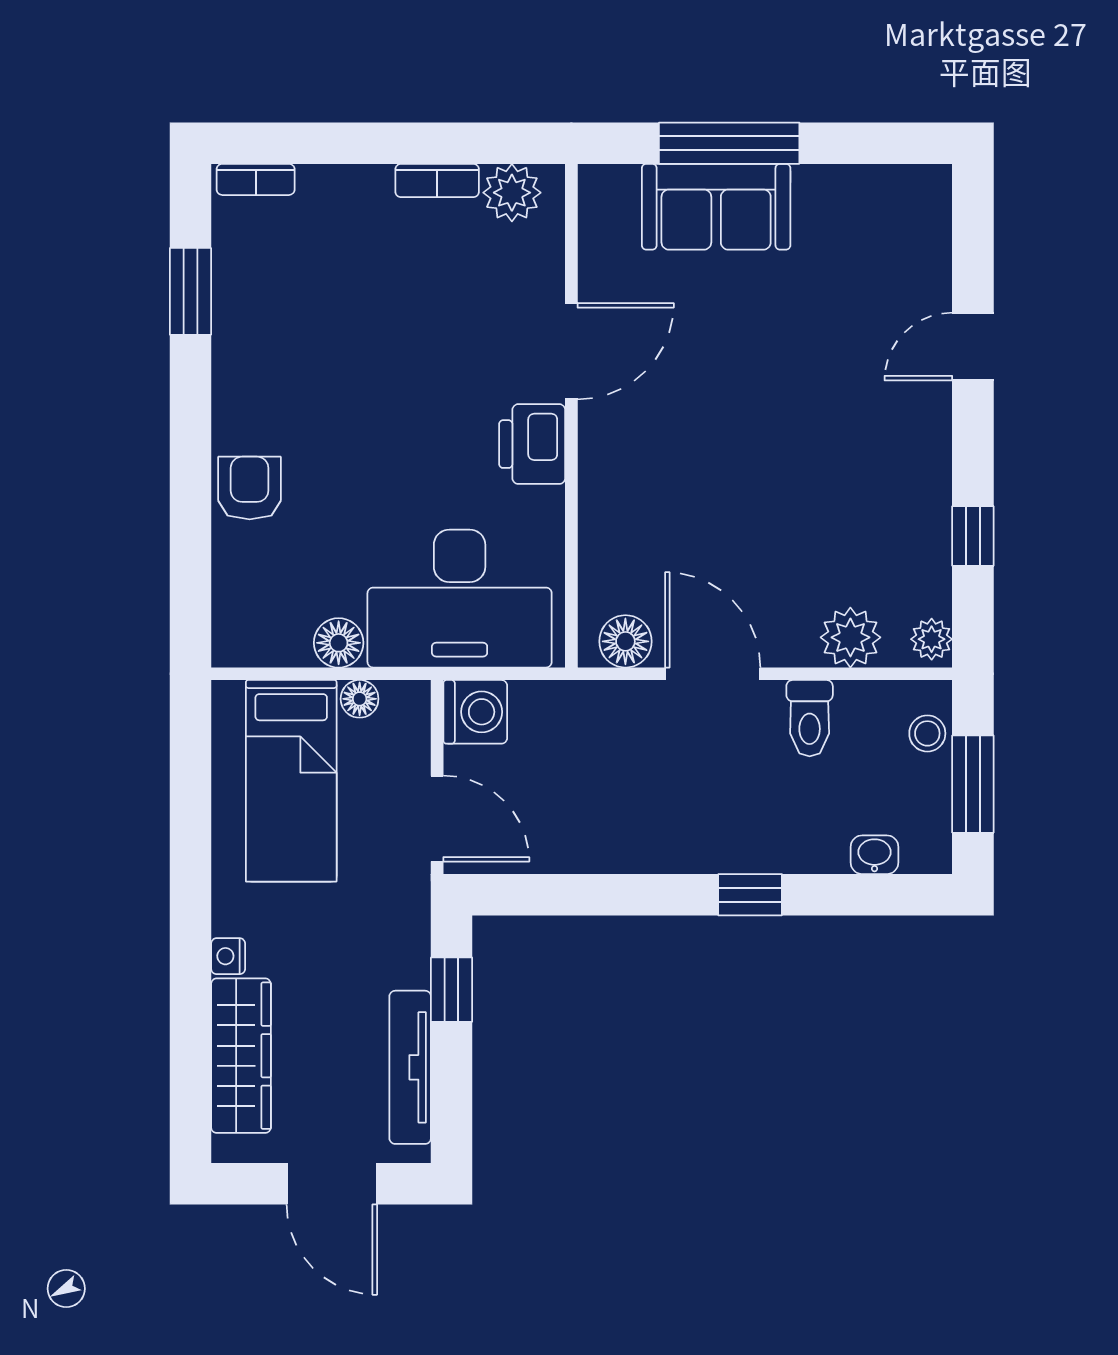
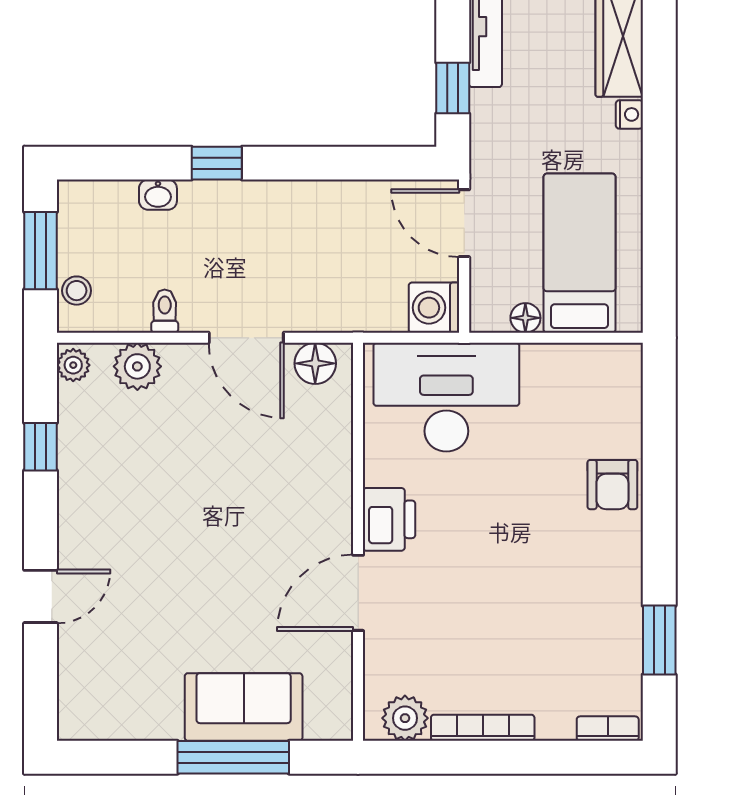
bookcase: (437, 181) -> (483, 728), width x1.56
floor lamp: (339, 643) -> (542, 362), removed
toilet: (810, 718) -> (165, 311), width x0.73, depth x0.72
washbasin: (874, 855) -> (158, 195), moved

